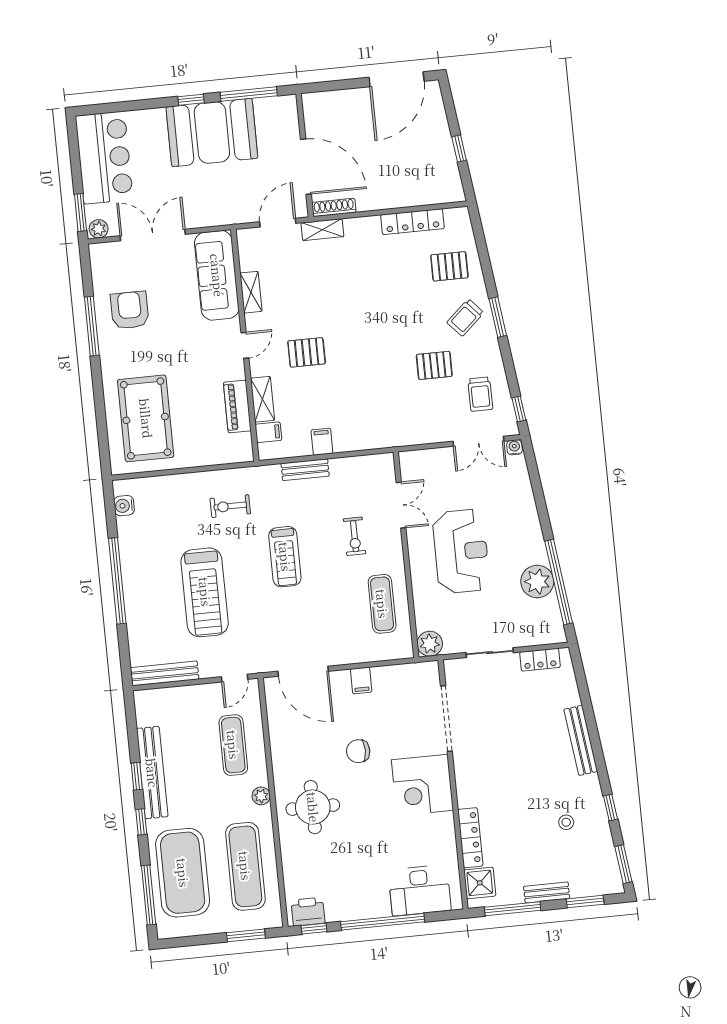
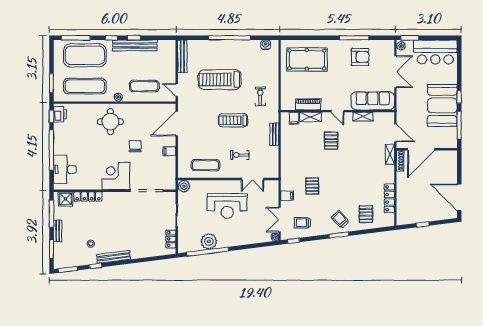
pallet: (434, 365) -> (312, 186), moved
filing cabinet: (322, 442) -> (287, 196), moved
bench: (581, 740) -> (114, 257), moved

